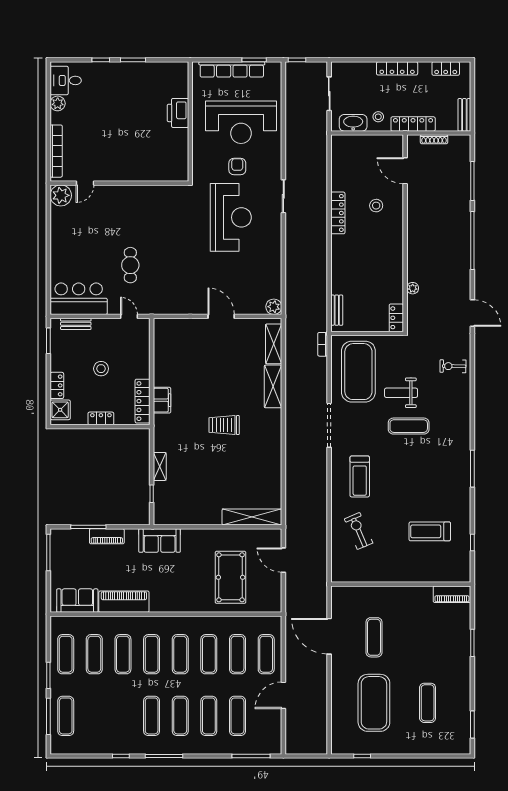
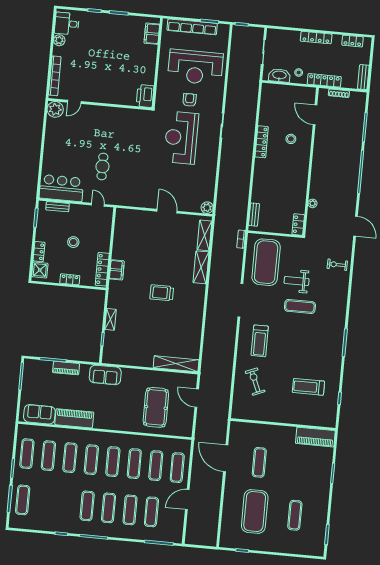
filing cabinet: (179, 83) -> (152, 34), added
printer: (178, 113) -> (145, 96), moved
reception desk: (231, 217) -> (181, 138), turned 180
piano: (452, 594) -> (315, 437), width x1.37, depth x1.33

